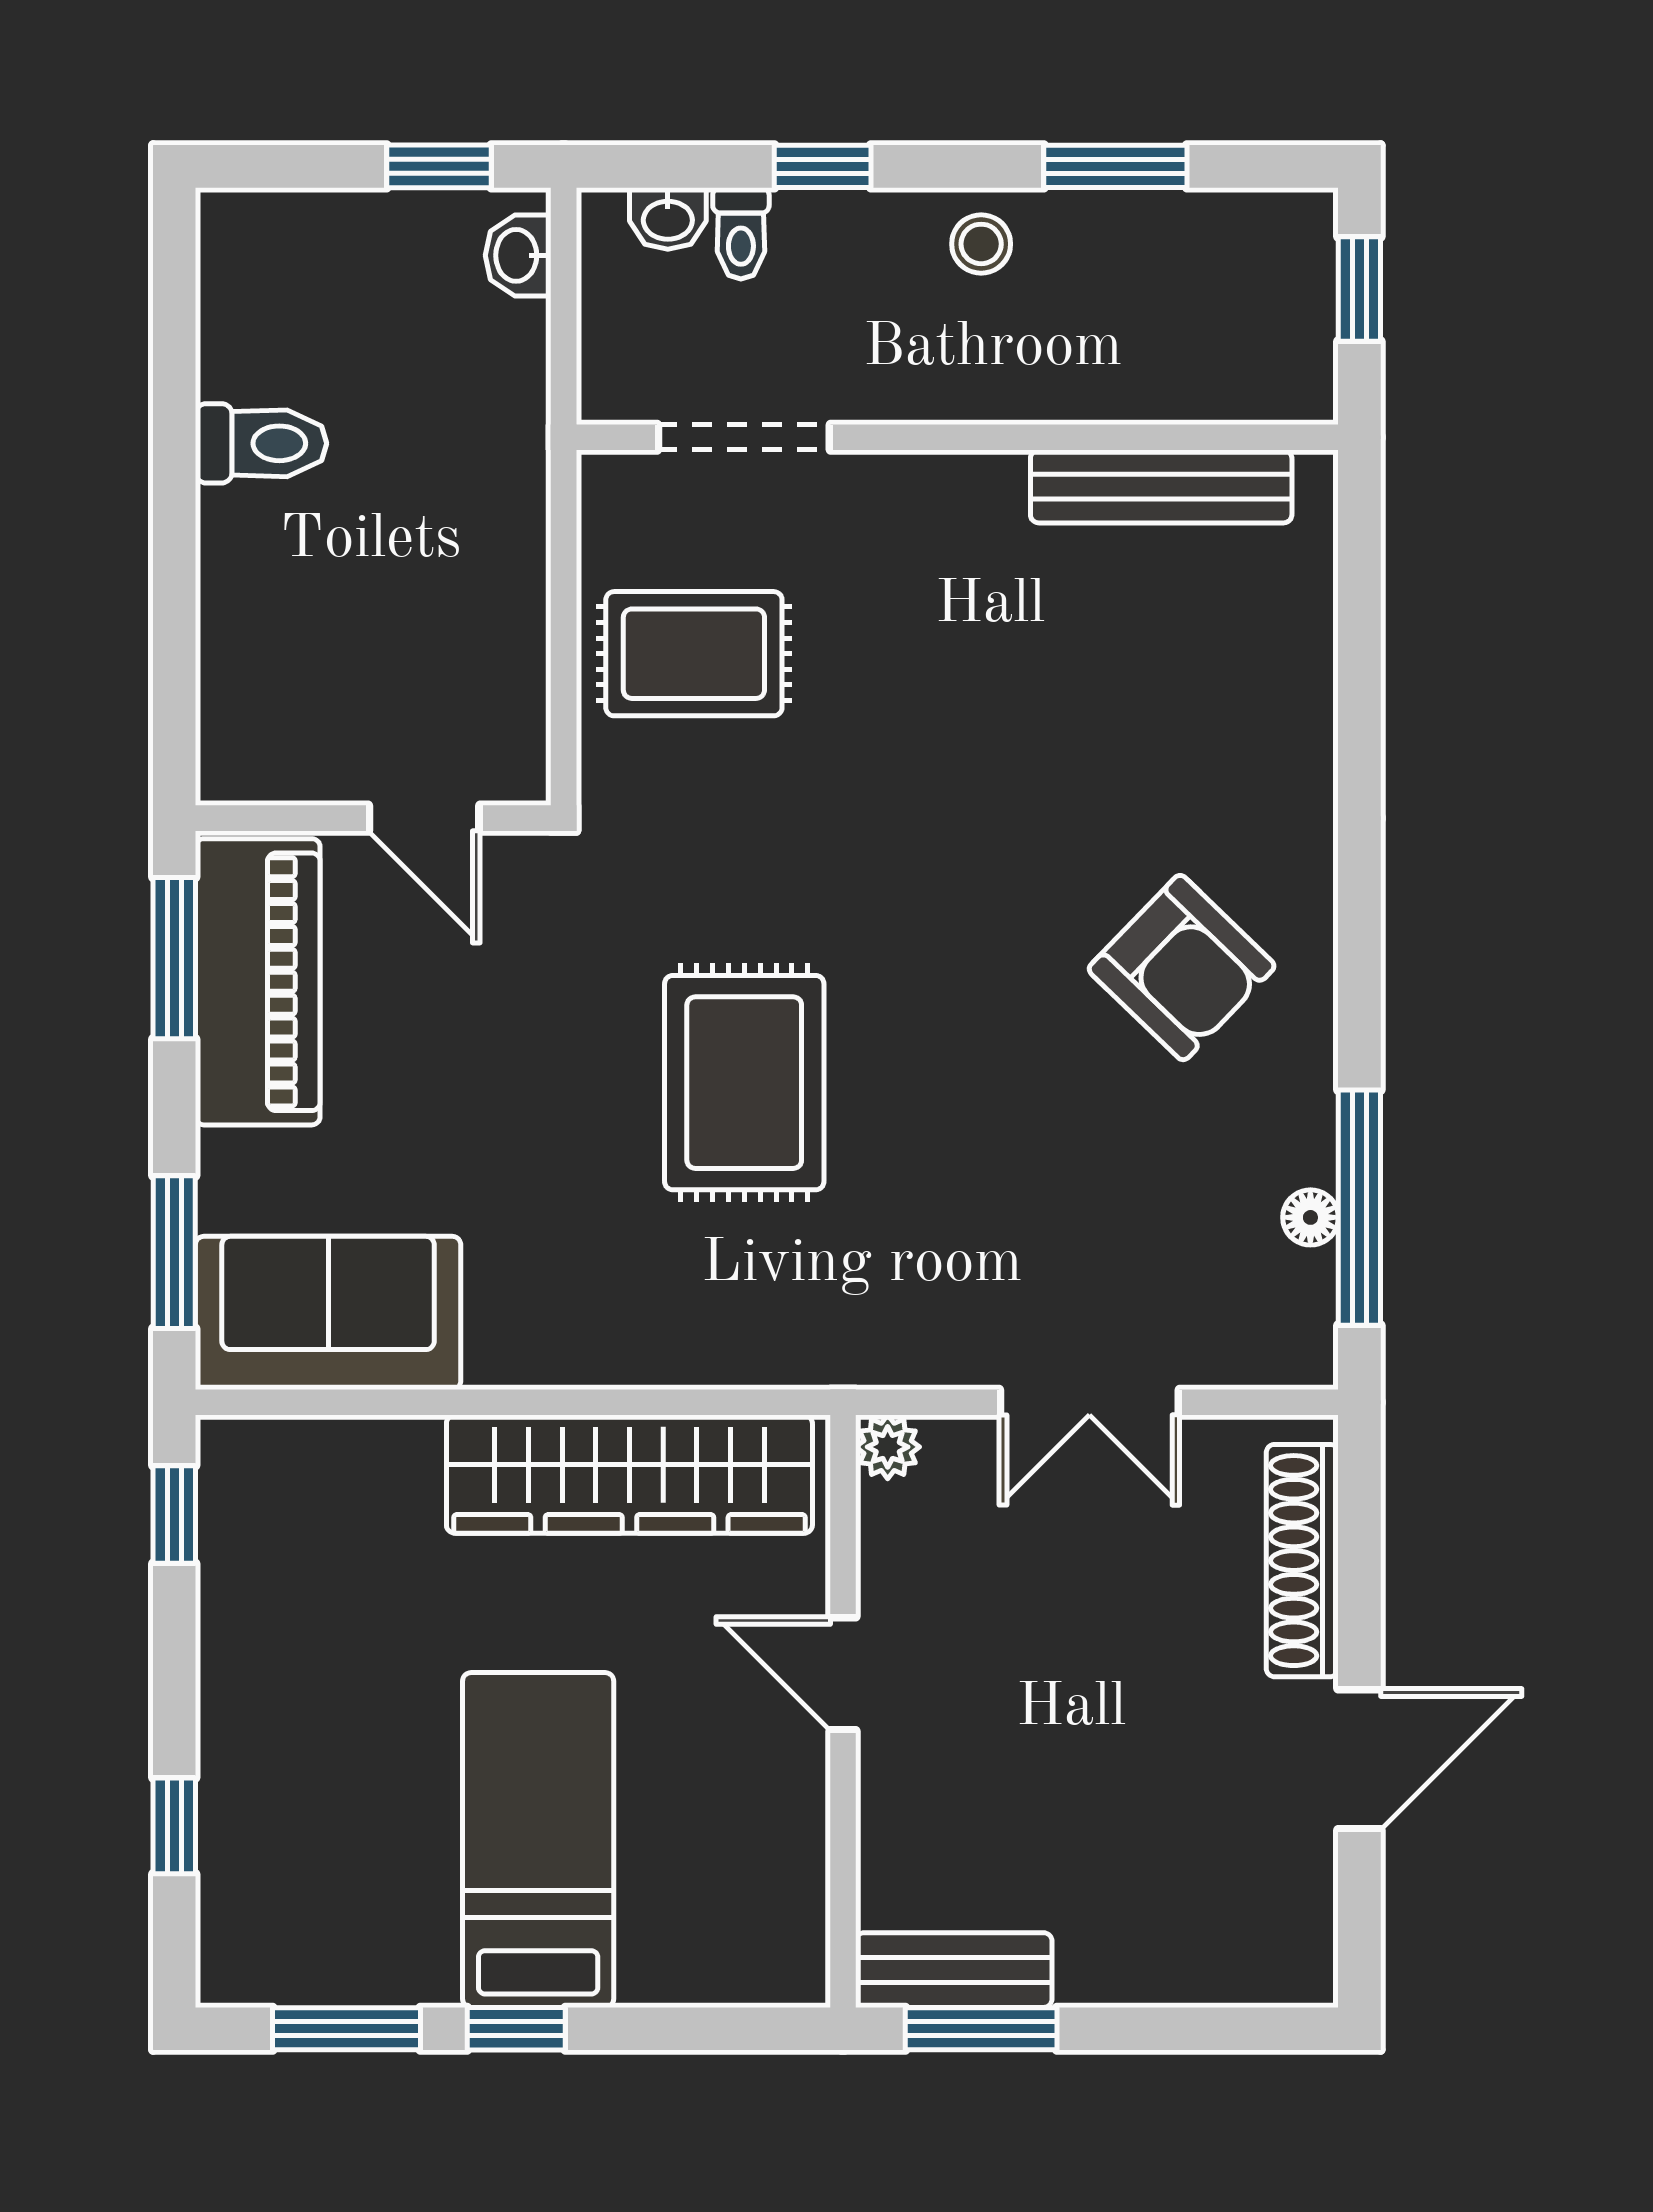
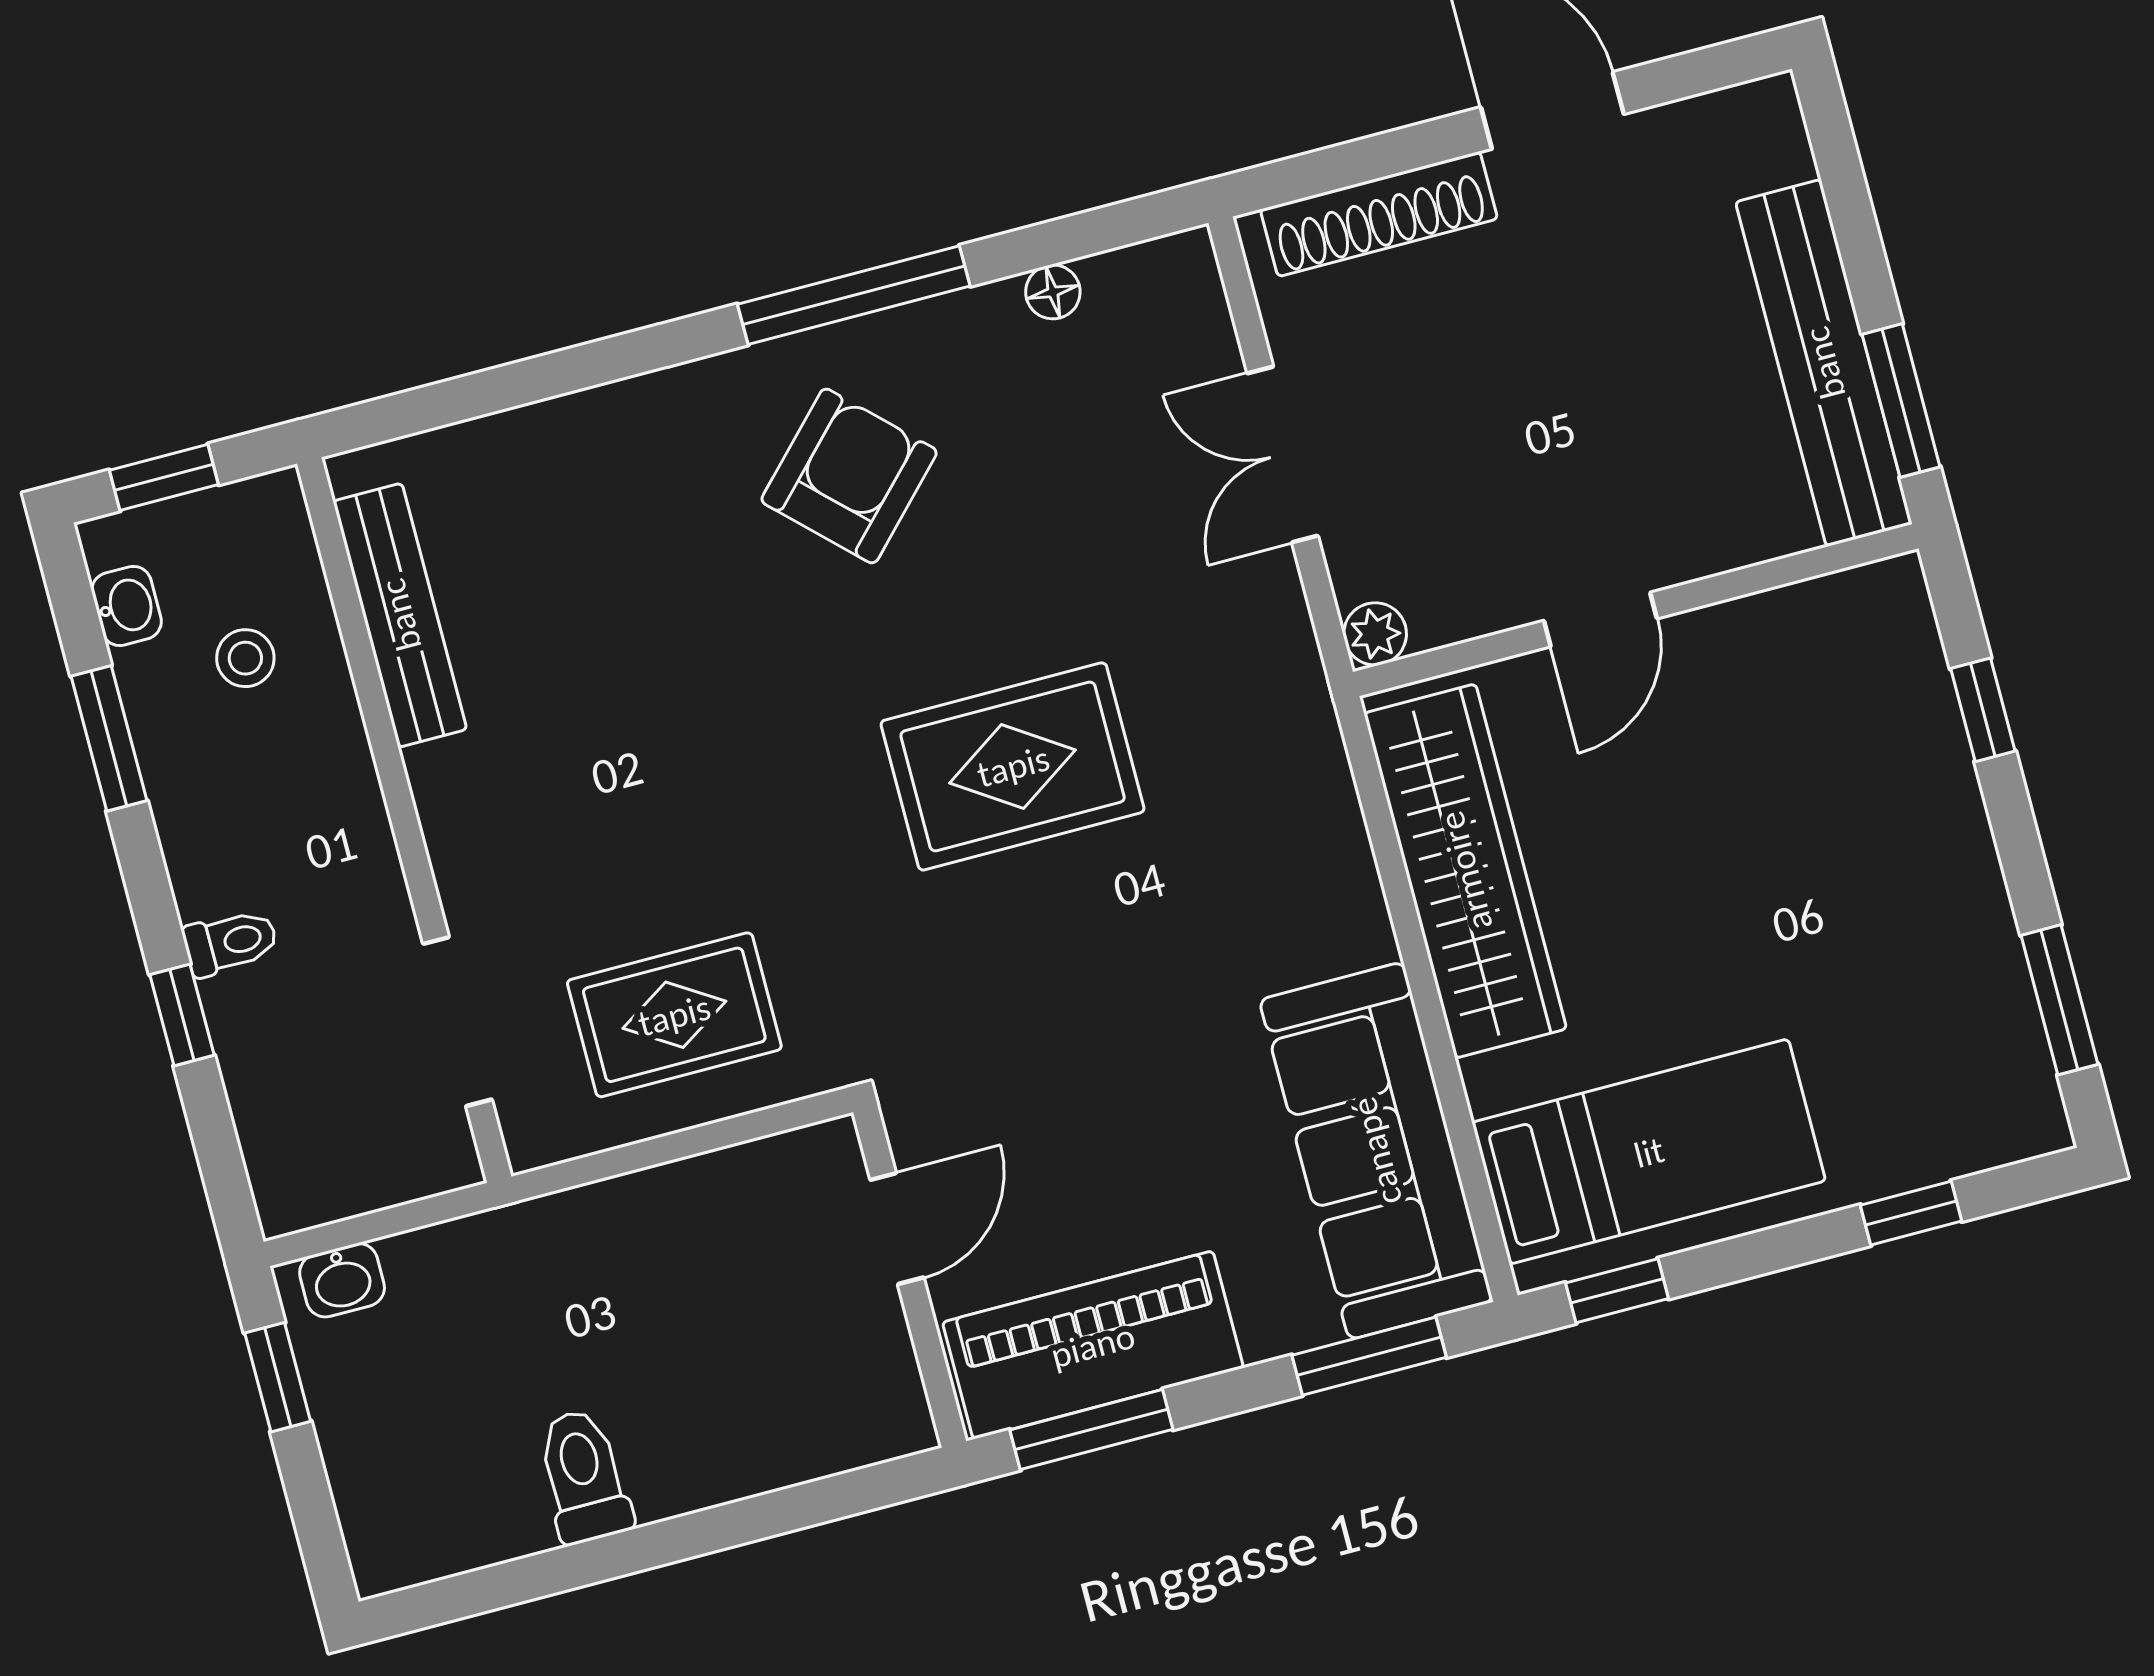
washbasin: (668, 218) -> (127, 606), moved
toilet: (741, 233) -> (230, 942), moved
stool: (981, 244) -> (245, 658), moved
rug: (694, 654) -> (674, 1015), turned 90
rug: (744, 1083) -> (1013, 766), moved
window: (1359, 1208) -> (854, 295), moved
sofa: (328, 1313) -> (1376, 1151), width x1.36
double door: (1089, 1402) -> (1283, 455), swing flipped
bed: (538, 1840) -> (1649, 1152), moved, turned 180
bench: (954, 1970) -> (1824, 363), width x1.86, depth x1.21
window: (516, 2029) -> (1983, 710), moved

